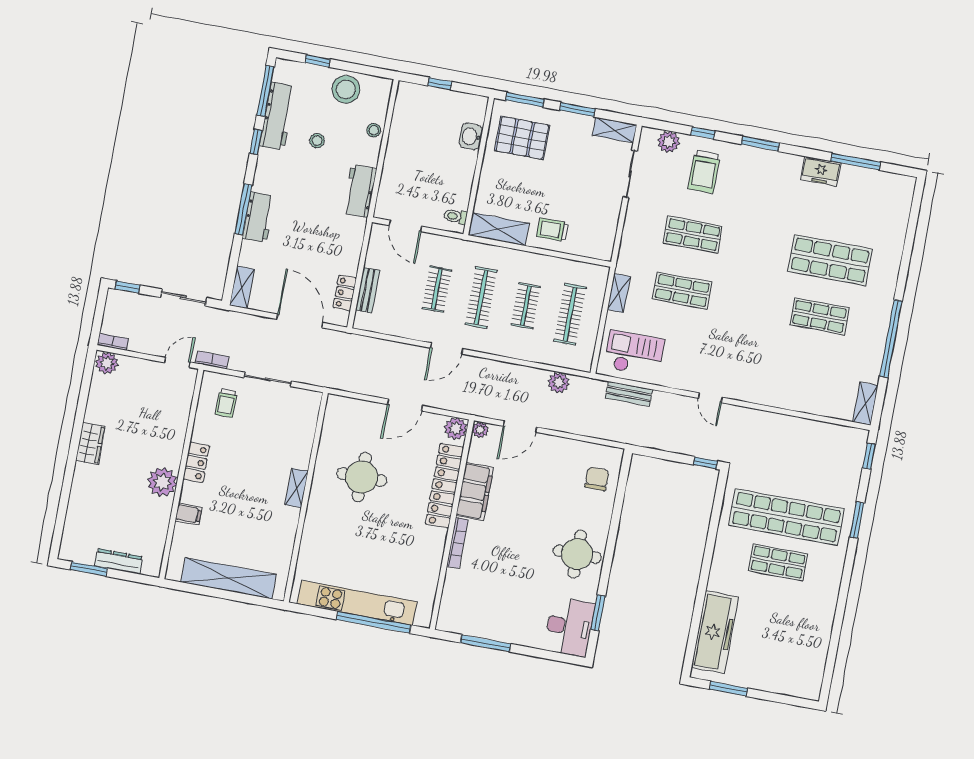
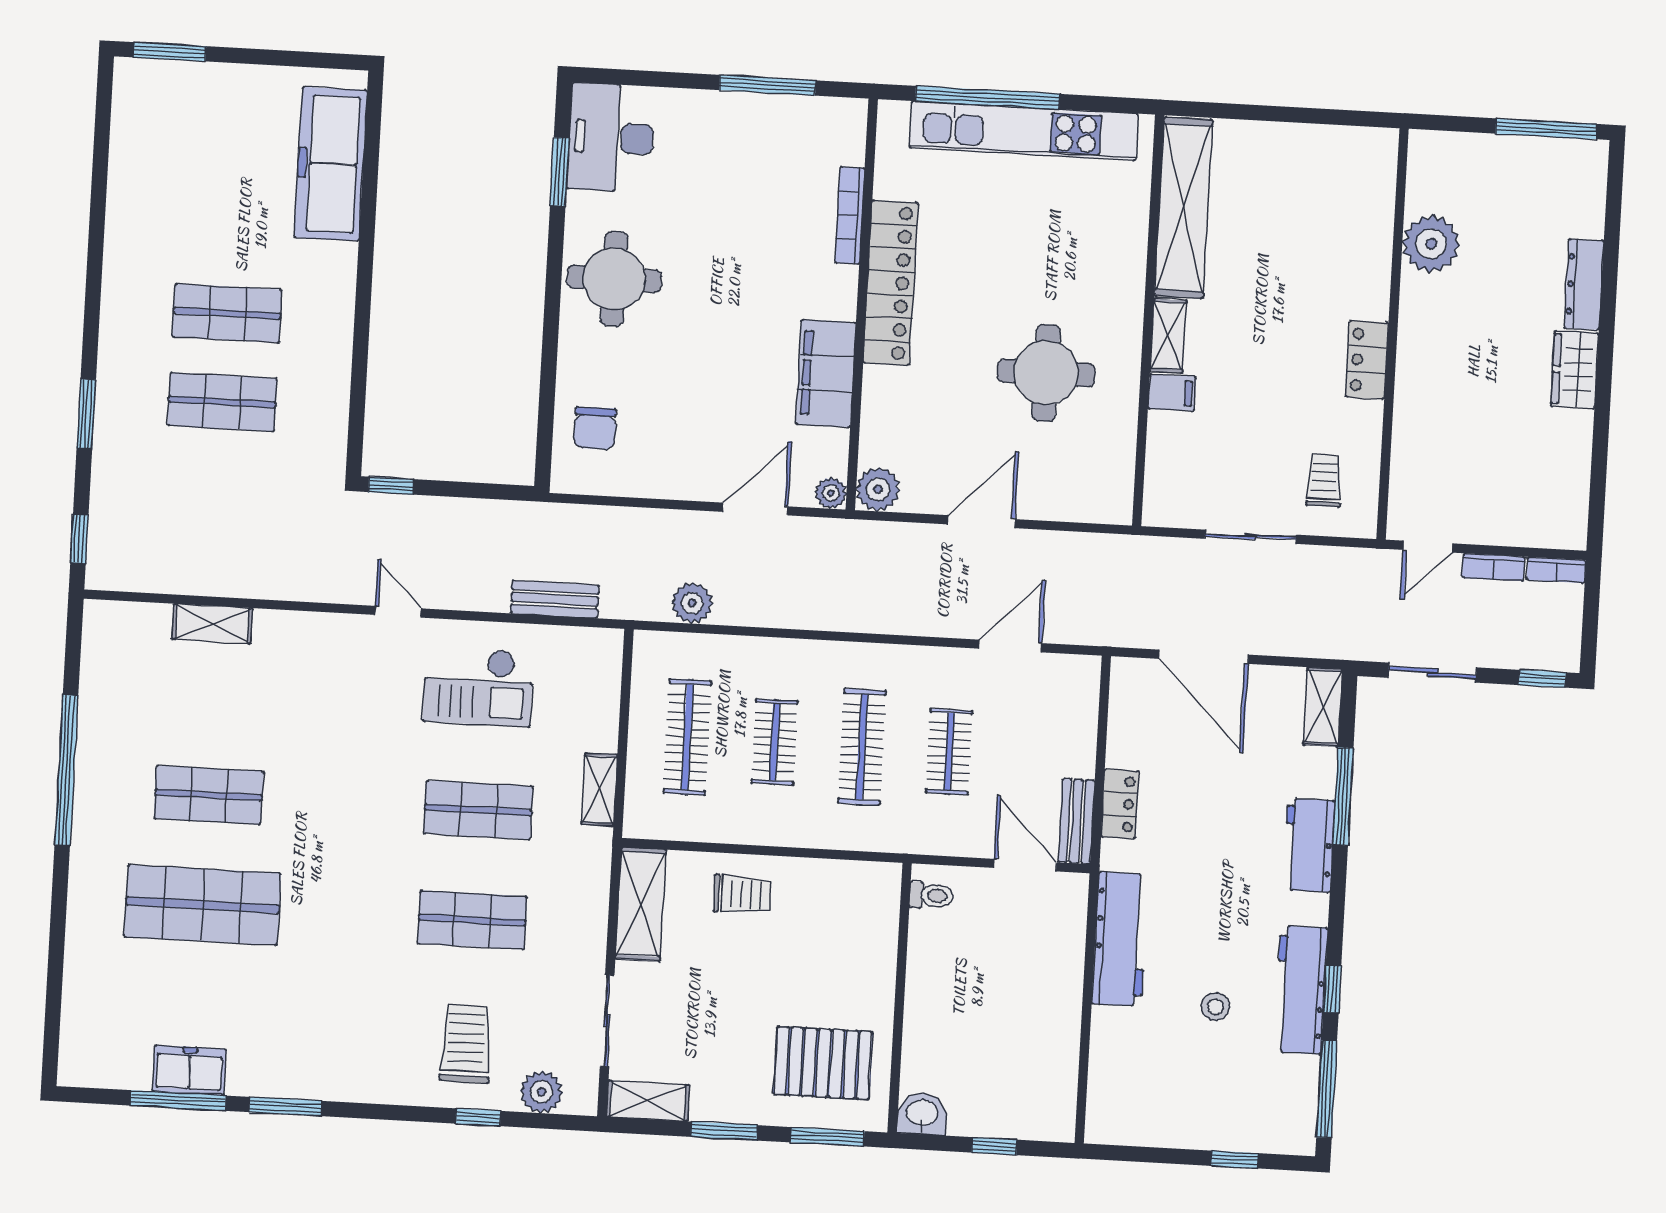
stool: (346, 89) -> (1173, 1112), removed
workbench: (277, 116) -> (1301, 990), moved
stool: (374, 130) -> (1109, 1041), removed
washbasin: (471, 137) -> (922, 1114), moved, turned -90
window: (760, 144) -> (286, 1106), moved
freezer: (821, 171) -> (189, 1070), moved
workbench: (360, 191) -> (1120, 939), width x1.37
window: (243, 209) -> (1343, 796), moved
shelving: (499, 229) -> (641, 904), moved, turned 90
bench: (368, 290) -> (1076, 821), moved
locker: (345, 293) -> (1120, 804), moved
door: (447, 348) -> (1010, 646), moved
checkout: (634, 353) -> (478, 687), moved
bookcase: (212, 360) -> (1494, 567), moved
plant: (107, 363) -> (1563, 528), removed
shelving: (865, 404) -> (212, 624), moved, turned 90
plant: (162, 482) -> (1431, 244), moved
locker: (444, 486) -> (891, 283), moved
filing cabinet: (189, 514) -> (1172, 393), moved, turned 180
shop shelf: (786, 517) -> (222, 402), width x0.50, depth x0.74
bookcase: (457, 543) -> (850, 215), moved
dresser: (118, 561) -> (1584, 285), moved, turned 90
window: (89, 569) -> (1546, 129), width x1.44
shelving: (229, 578) -> (1183, 208), moved, turned 90
window: (729, 689) -> (170, 52), moved

